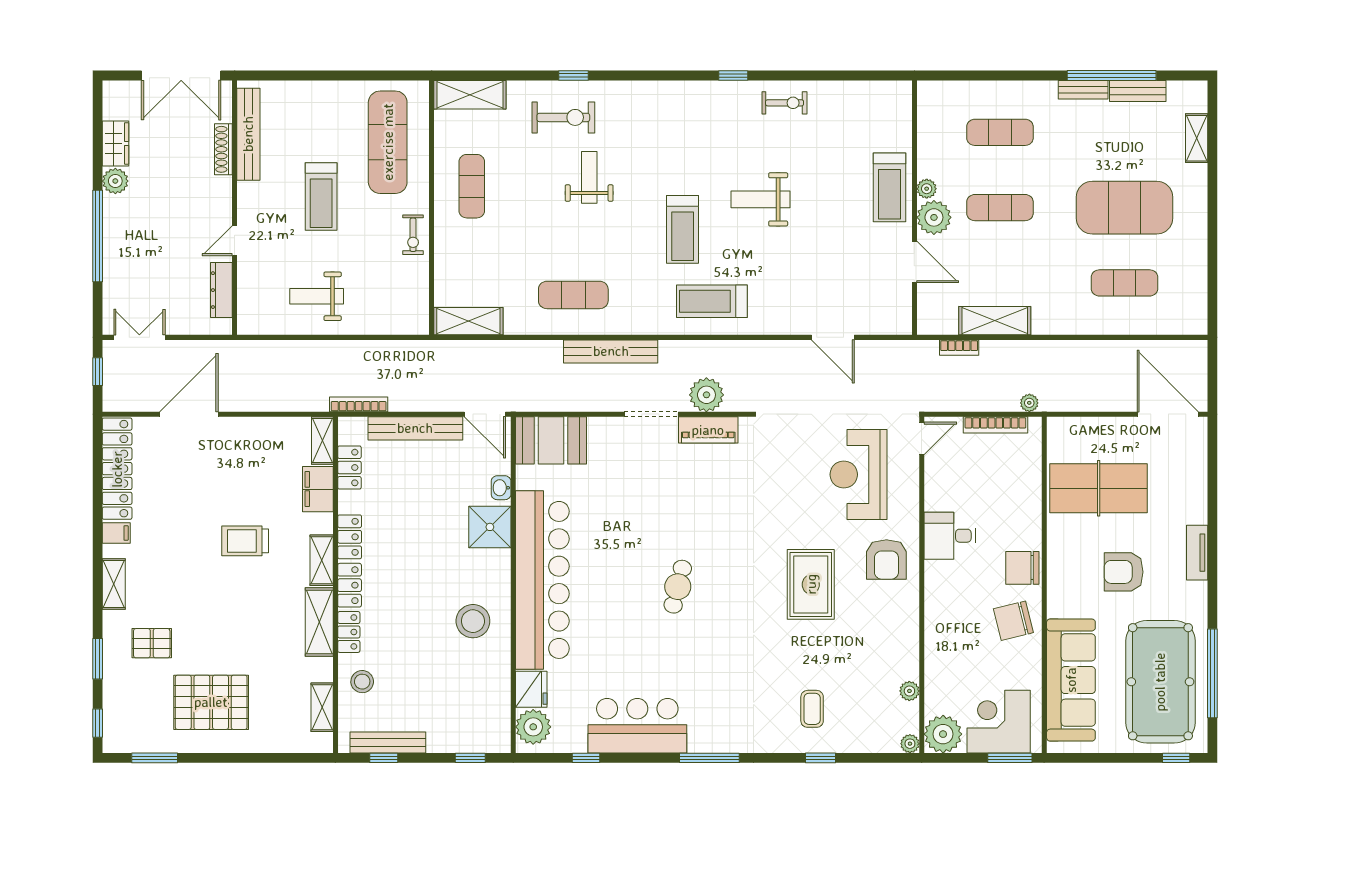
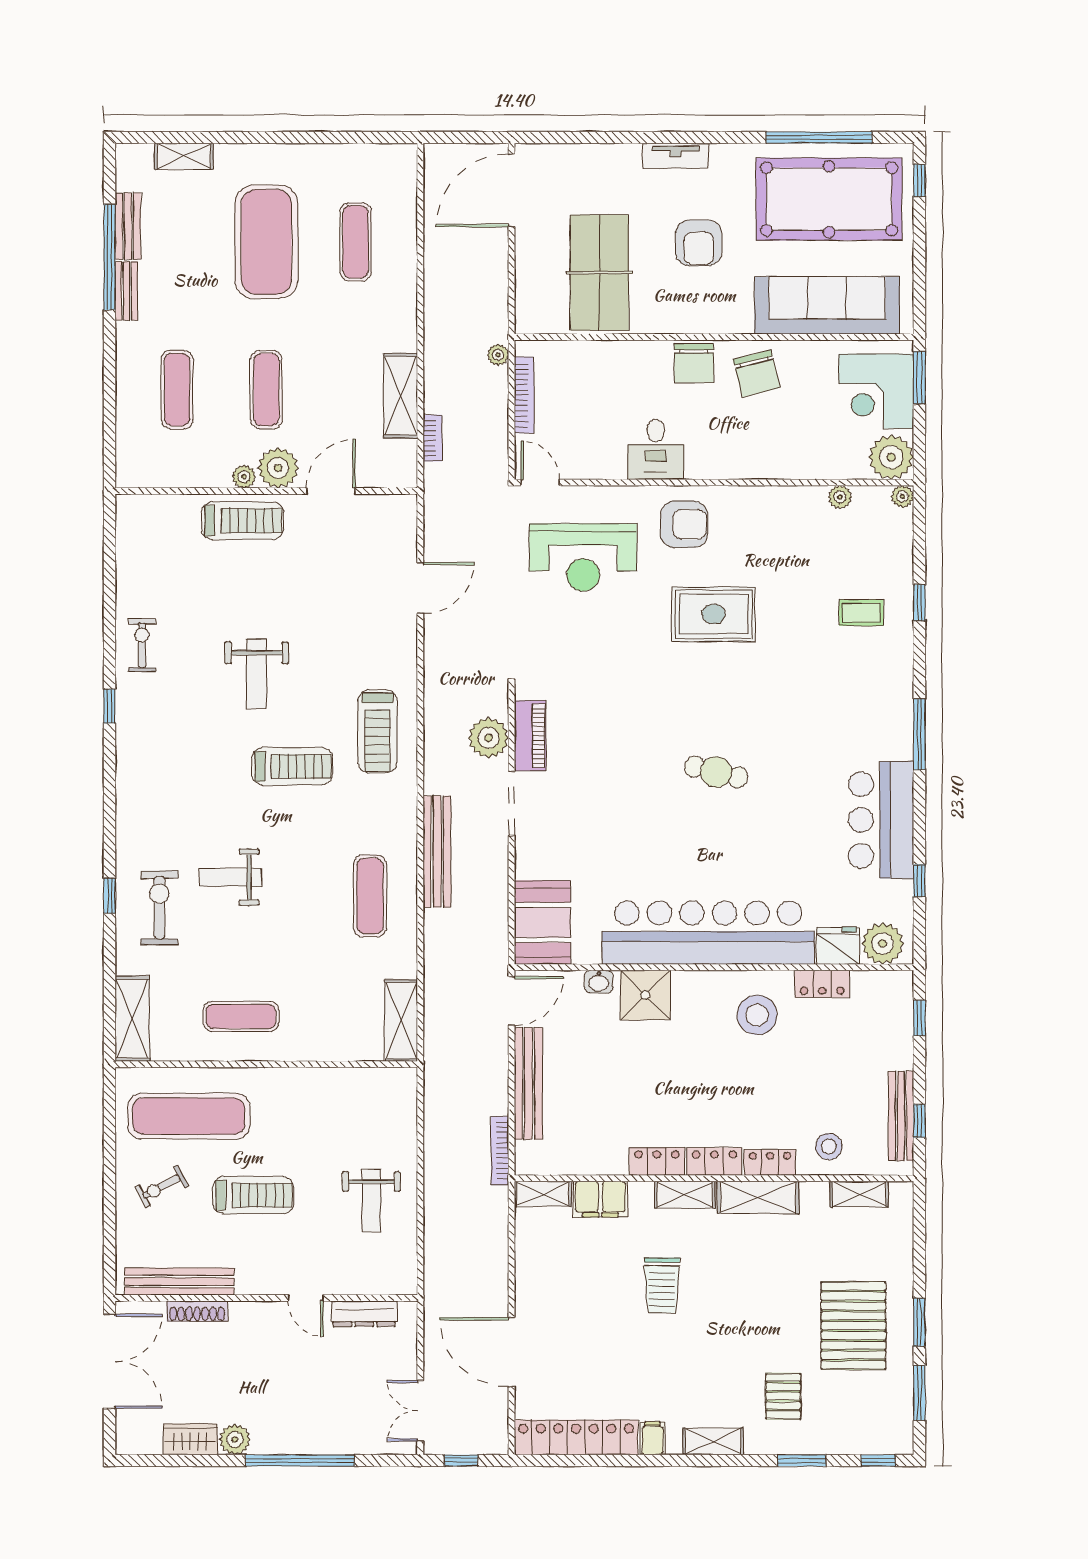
exercise bike: (413, 235) -> (162, 1187), moved, turned 152
locker: (349, 468) -> (822, 984), moved, turned 180
window: (214, 758) -> (919, 1322), added

